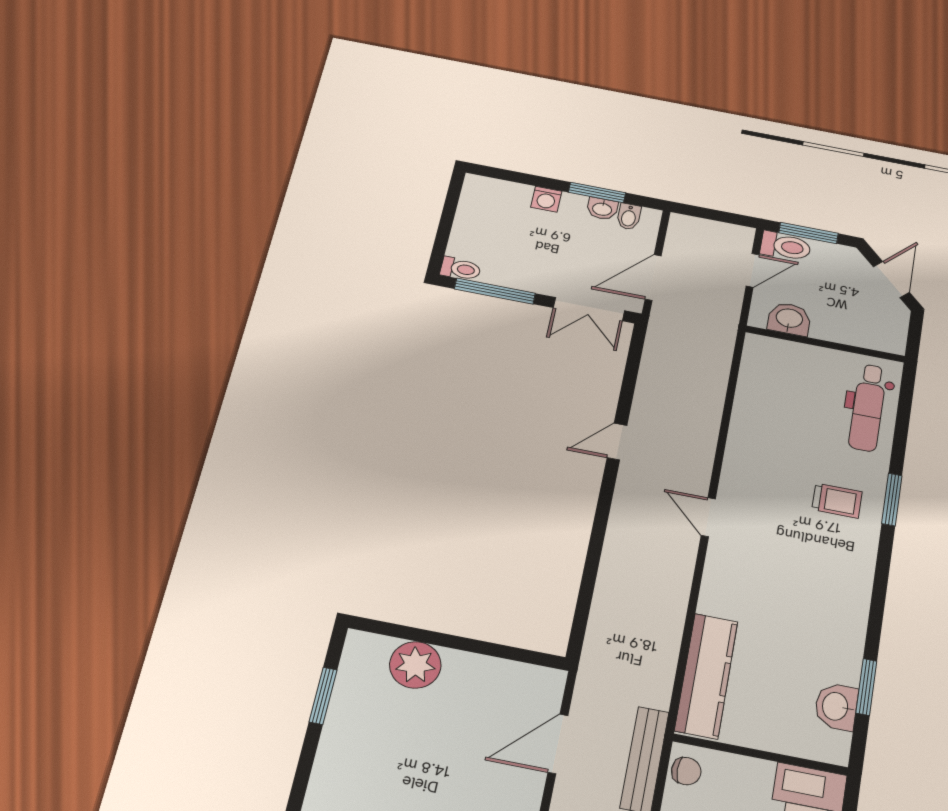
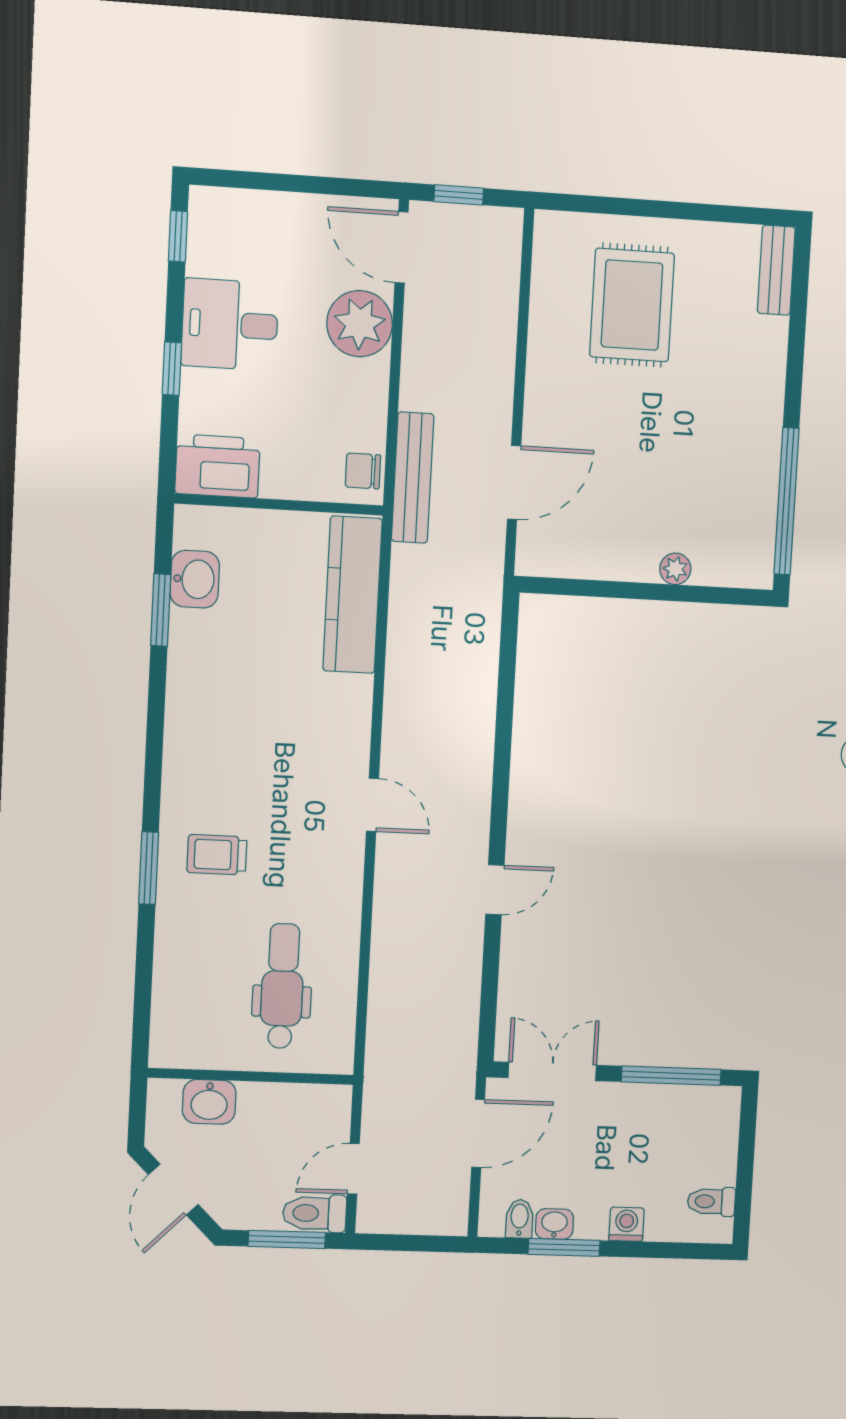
toilet: (461, 269) -> (711, 1202), moved
washbasin: (789, 319) -> (209, 1102), moved
dental chair: (868, 408) -> (282, 986), moved
plant: (415, 665) -> (675, 569), width x0.53, depth x0.53
window: (323, 696) -> (787, 501), width x2.11

